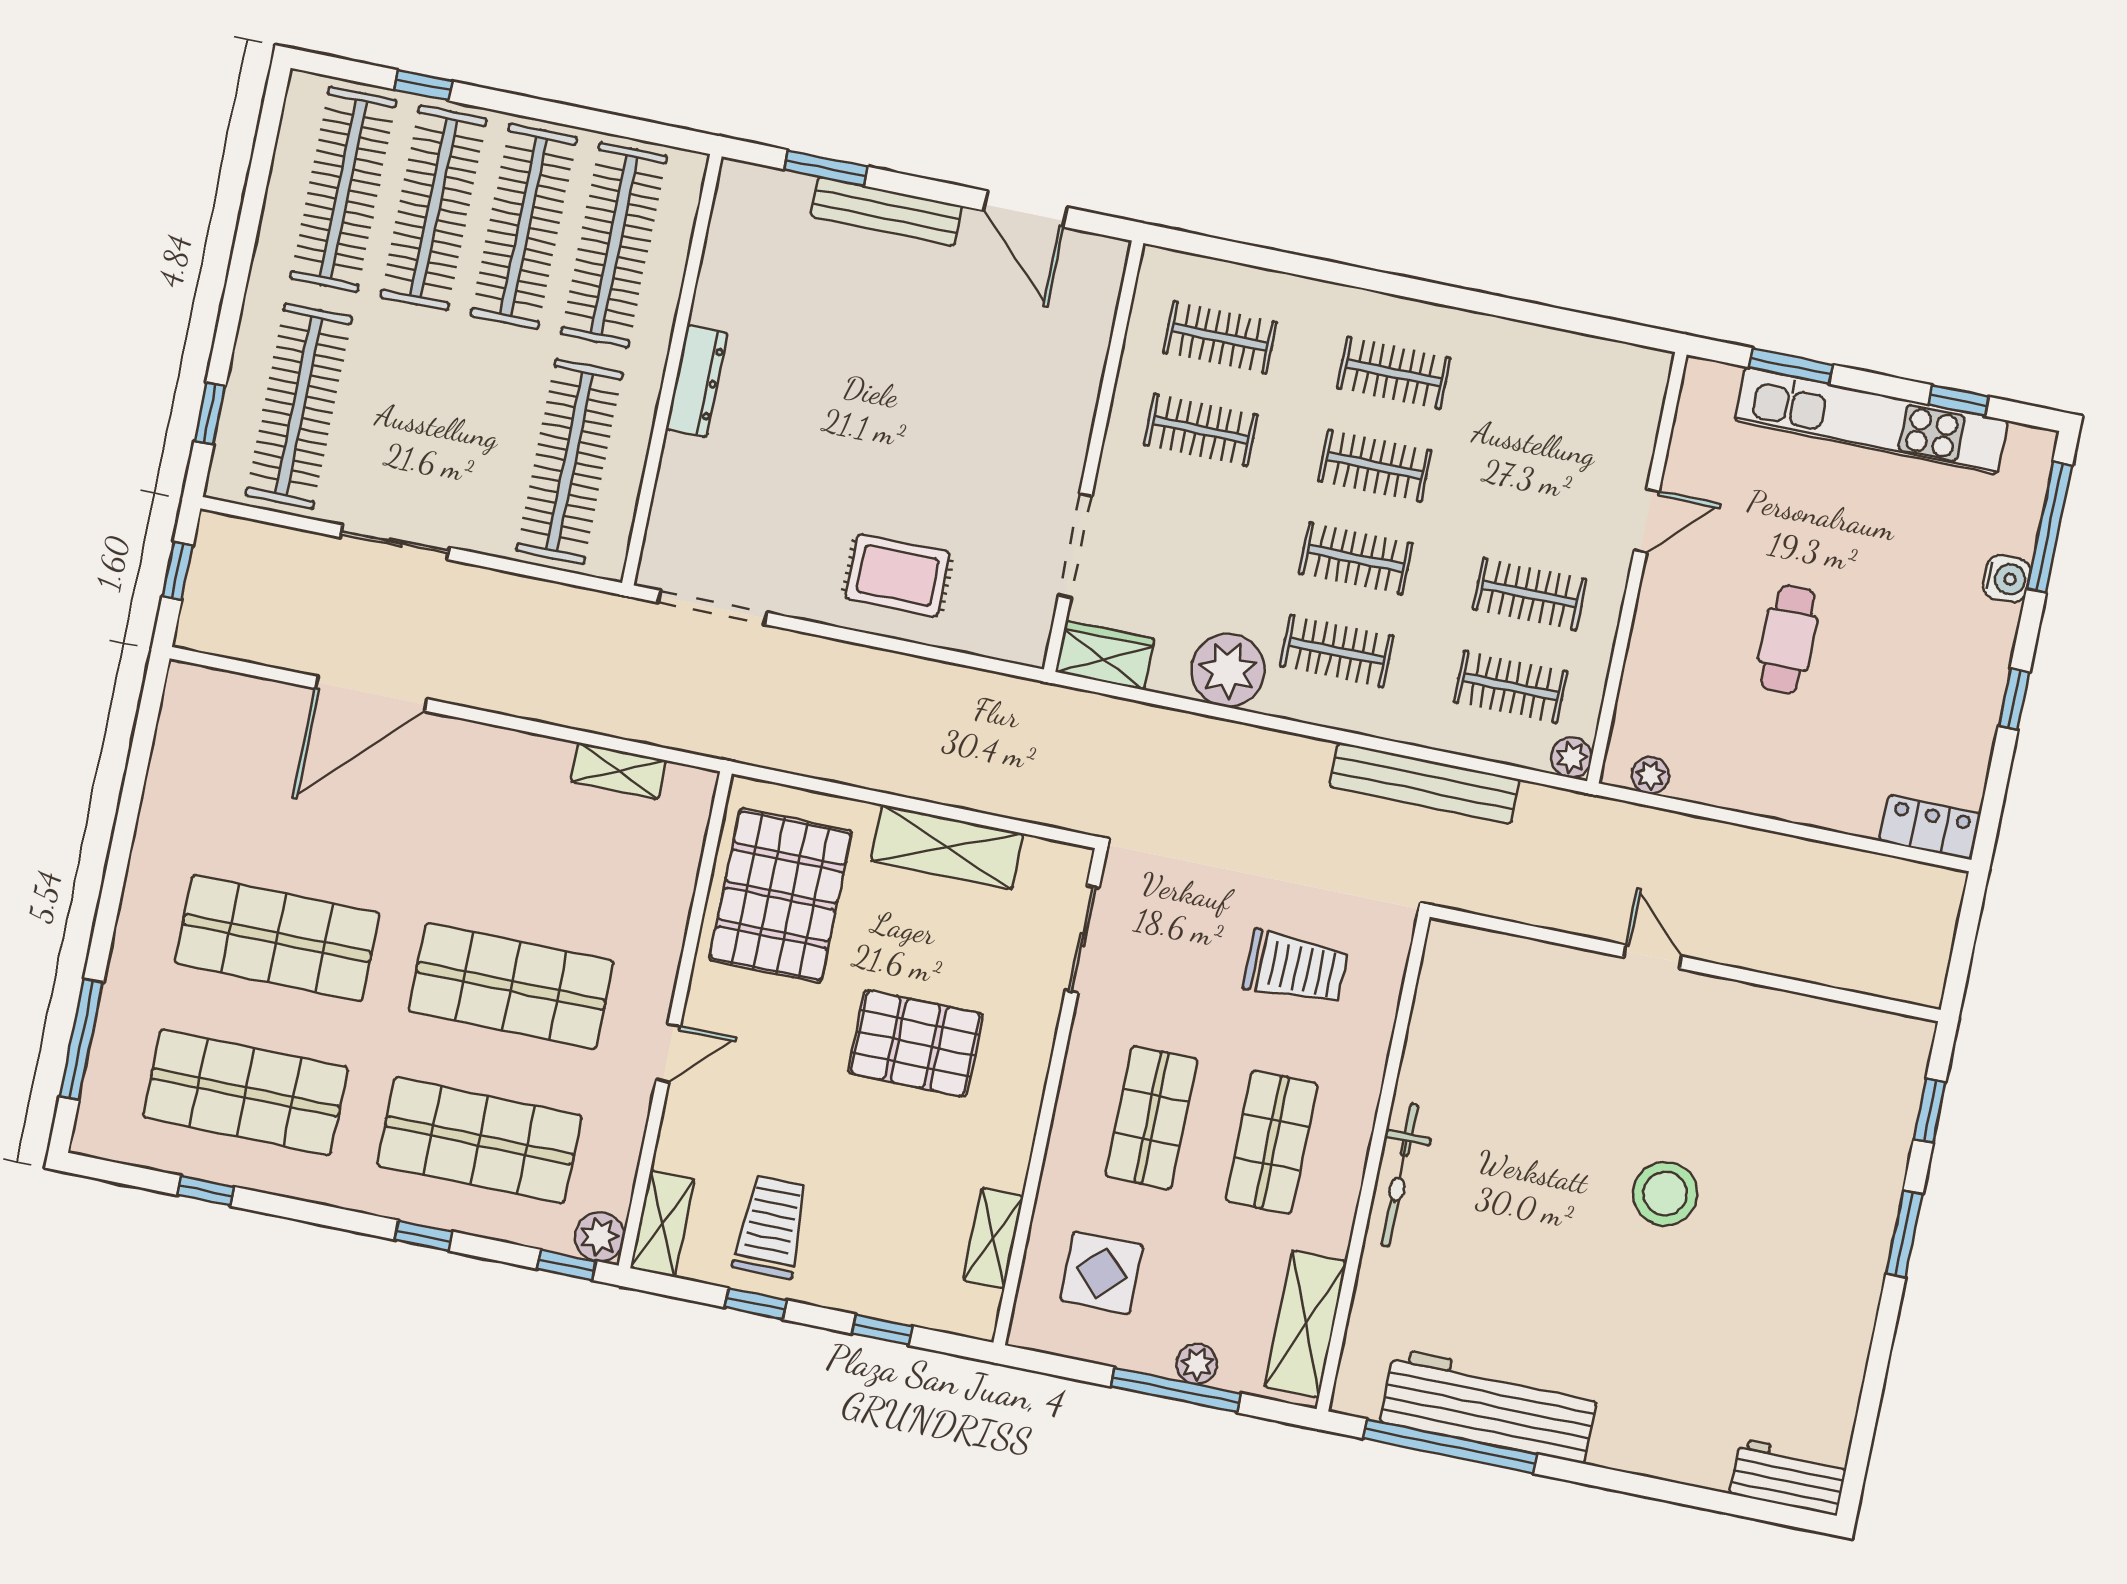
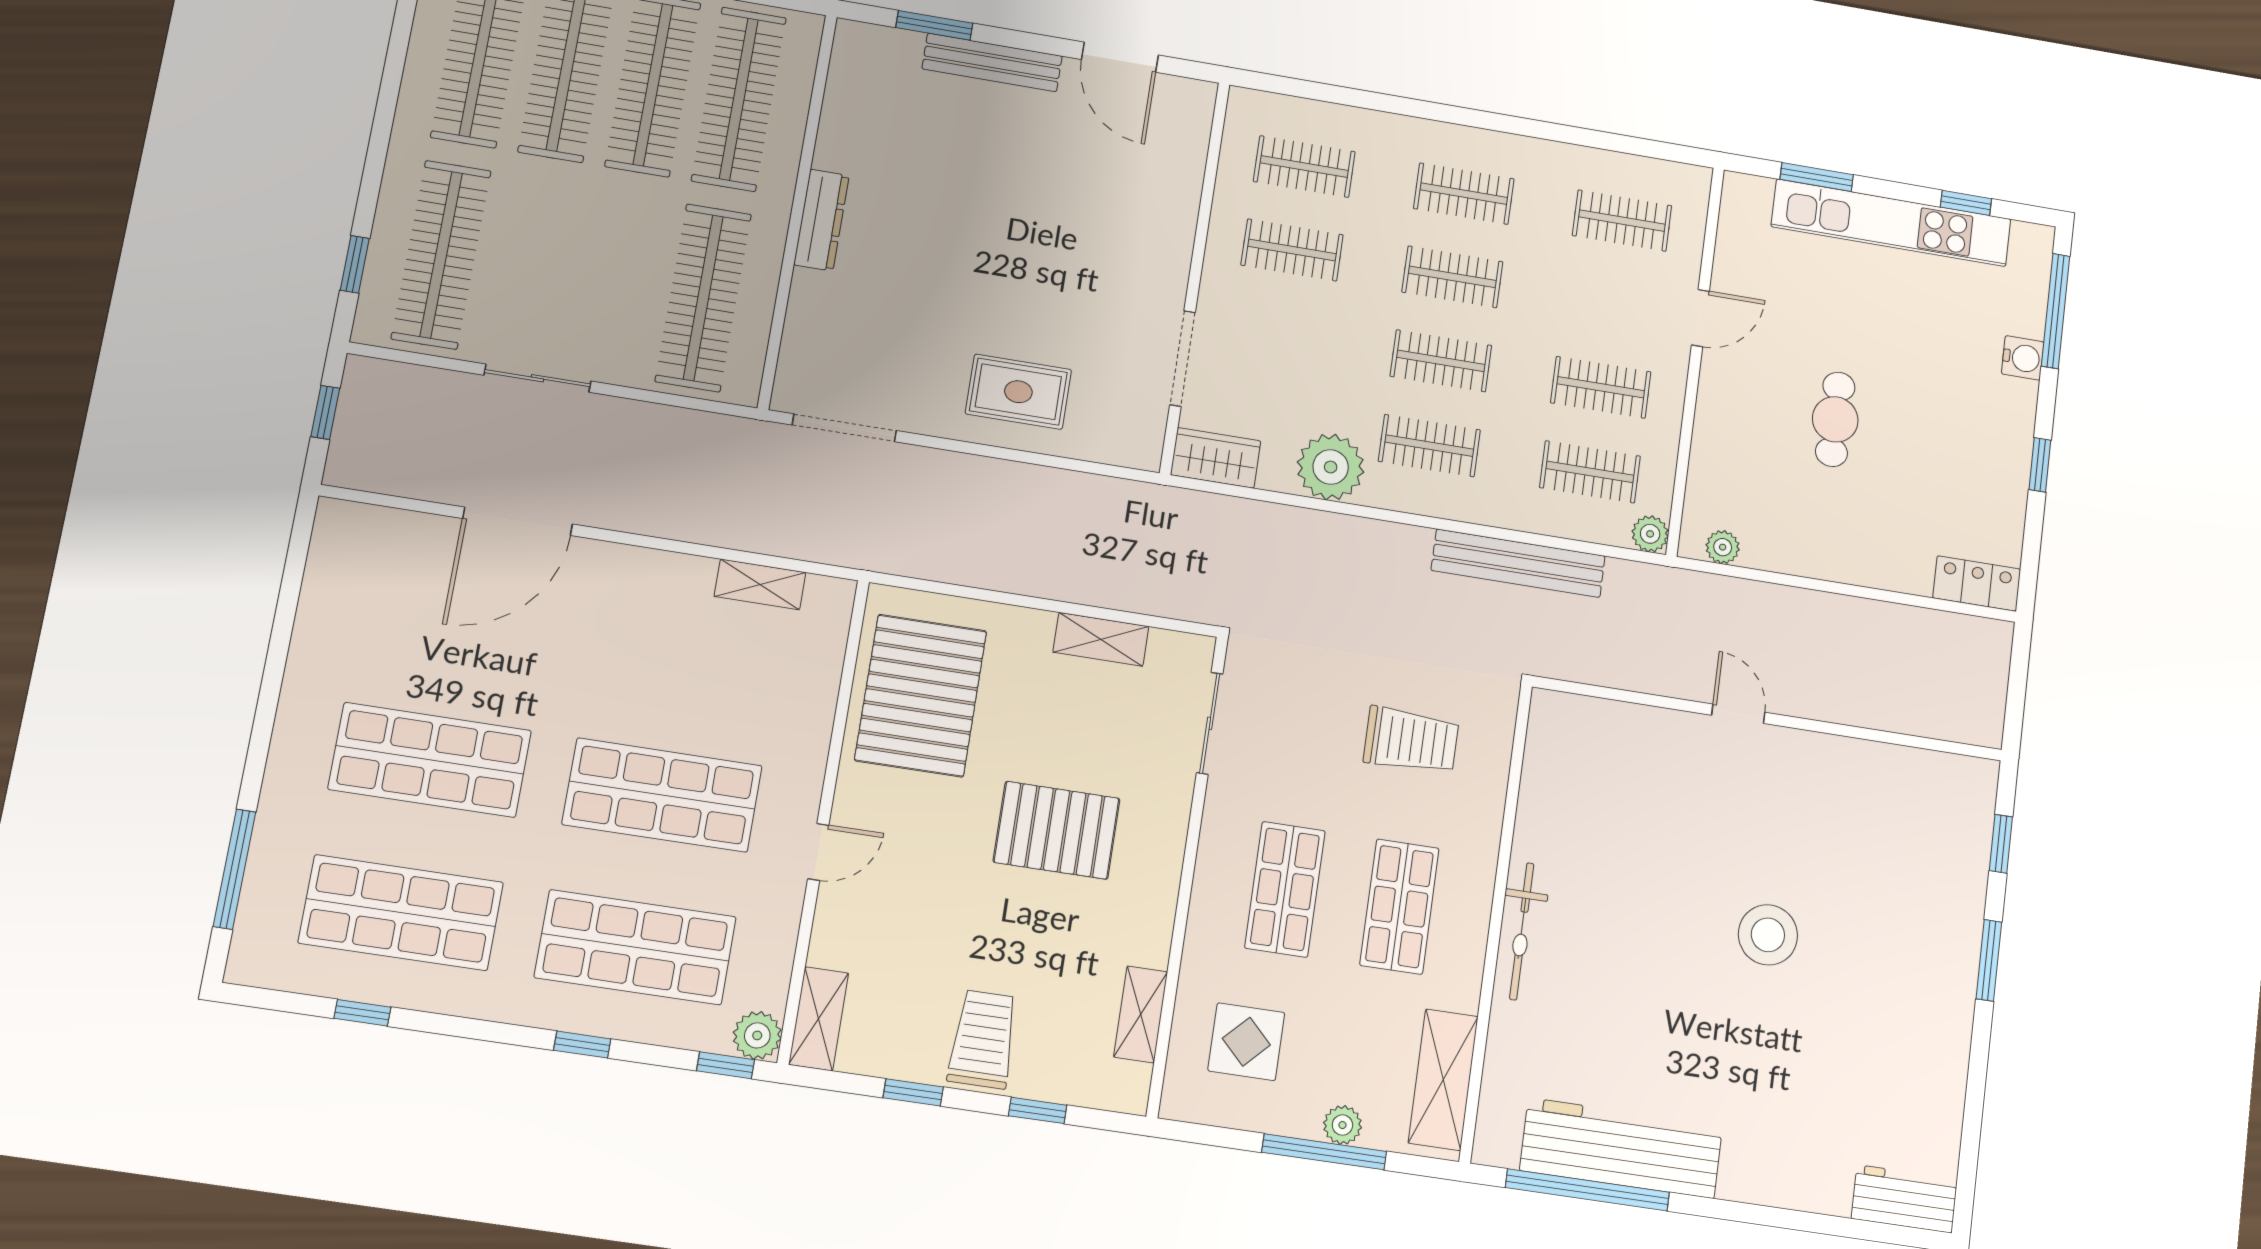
clothes rail: (1568, 409) -> (1622, 221), added
shelving: (947, 847) -> (1101, 639), width x0.67, depth x0.75
trolley: (771, 1227) -> (983, 1039), moved

